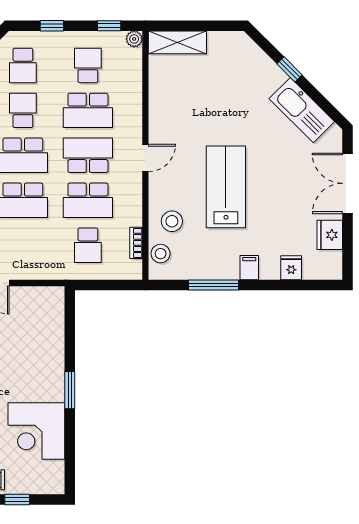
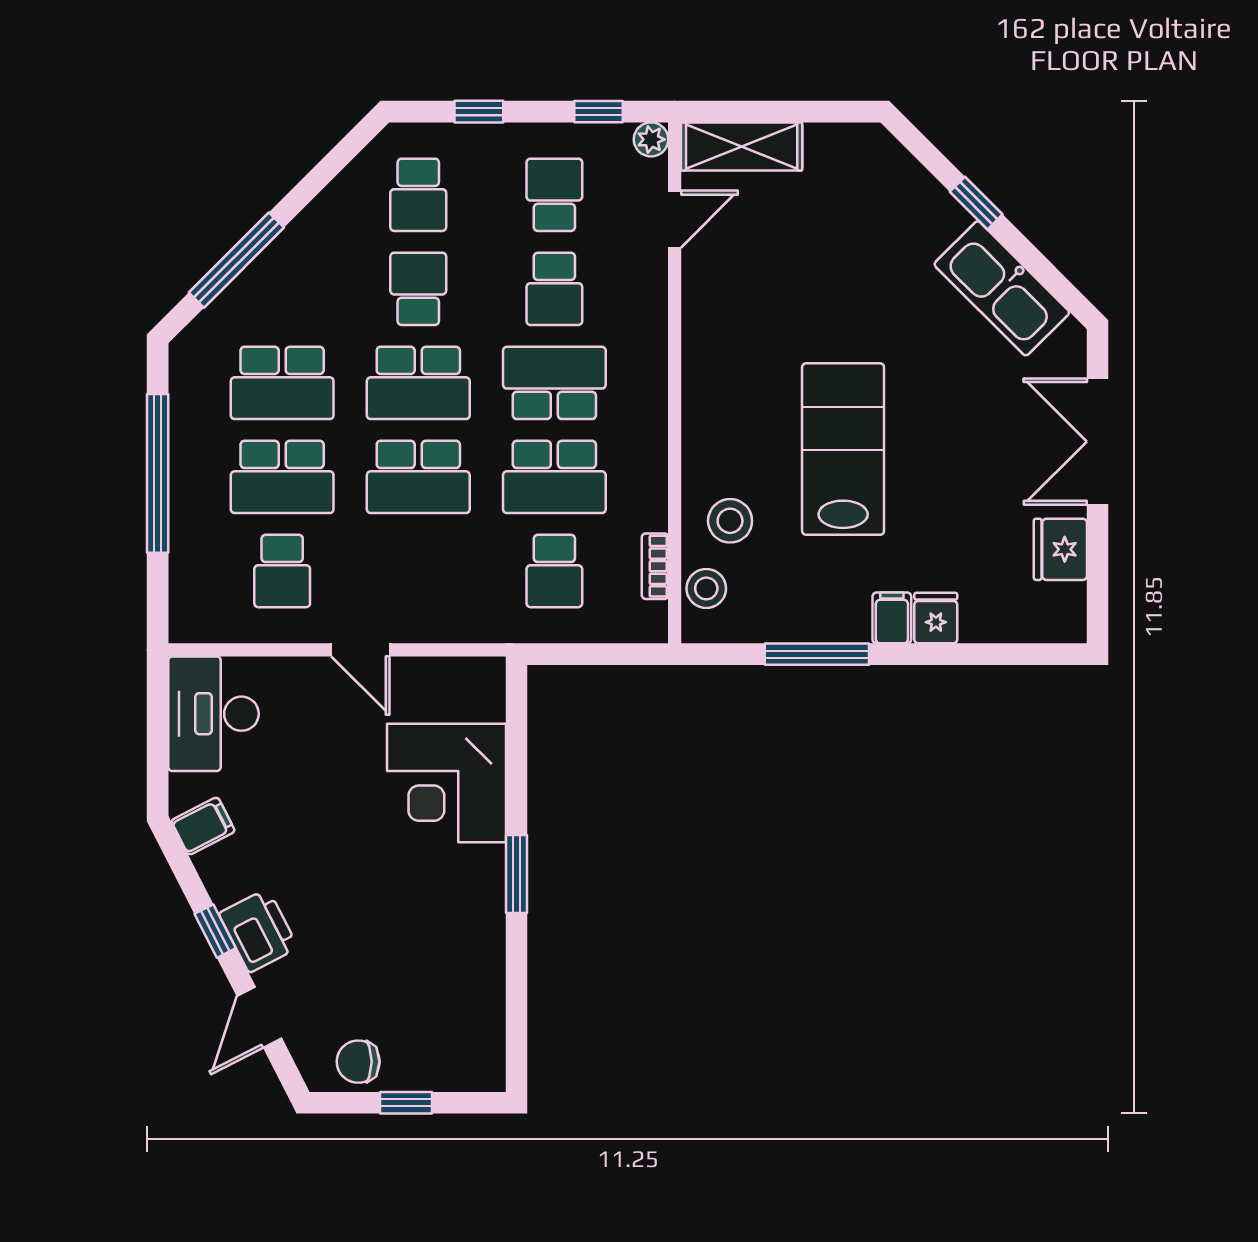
school desk: (88, 110) -> (554, 289), width x0.54
door: (145, 158) -> (675, 219), moved
fridge: (291, 268) -> (936, 618), moved
corner desk: (36, 431) -> (447, 783), moved

